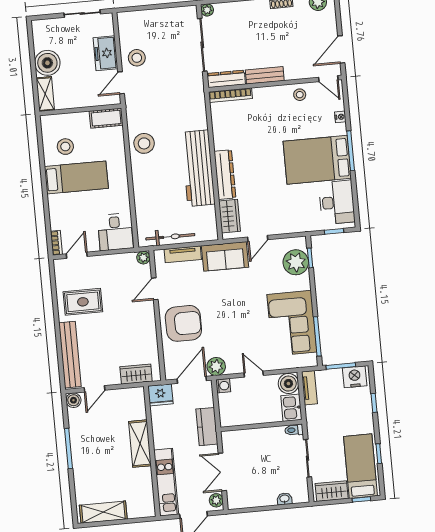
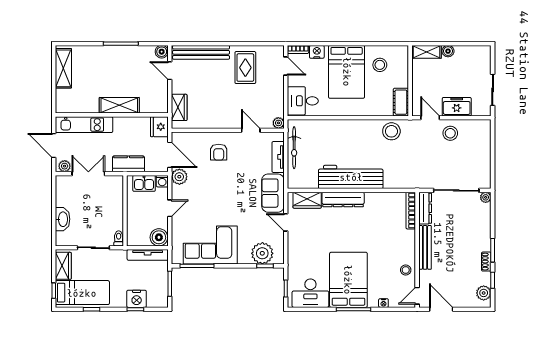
boiler: (47, 63) -> (448, 51), width x0.54, depth x0.54
bench: (265, 75) -> (425, 247), width x1.36
stool: (144, 143) -> (391, 131), moved
bed: (76, 177) -> (347, 72), width x1.50
nightstand: (57, 221) -> (317, 52), added
armchair: (183, 323) -> (219, 152), width x0.53, depth x0.53
nightstand: (355, 377) -> (137, 299), moved, turned 90
tv unit: (309, 388) -> (148, 255), width x1.41
kitchen sink: (291, 408) -> (144, 183), moved, turned 180
washbasin: (284, 499) -> (63, 219), width x1.91, depth x1.45

